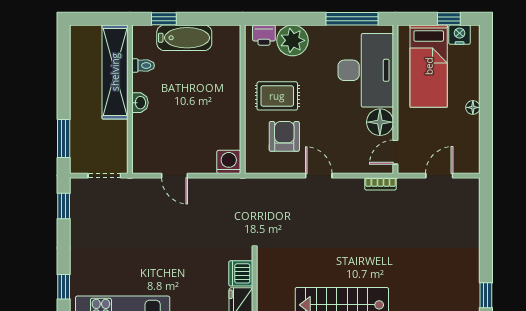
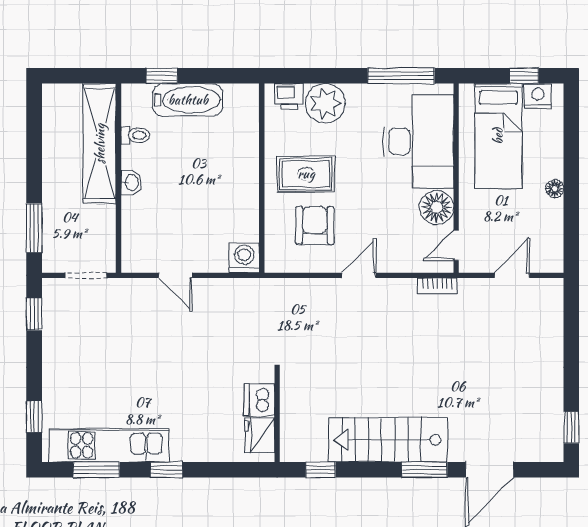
door: (319, 176) -> (359, 275), hinge flipped

